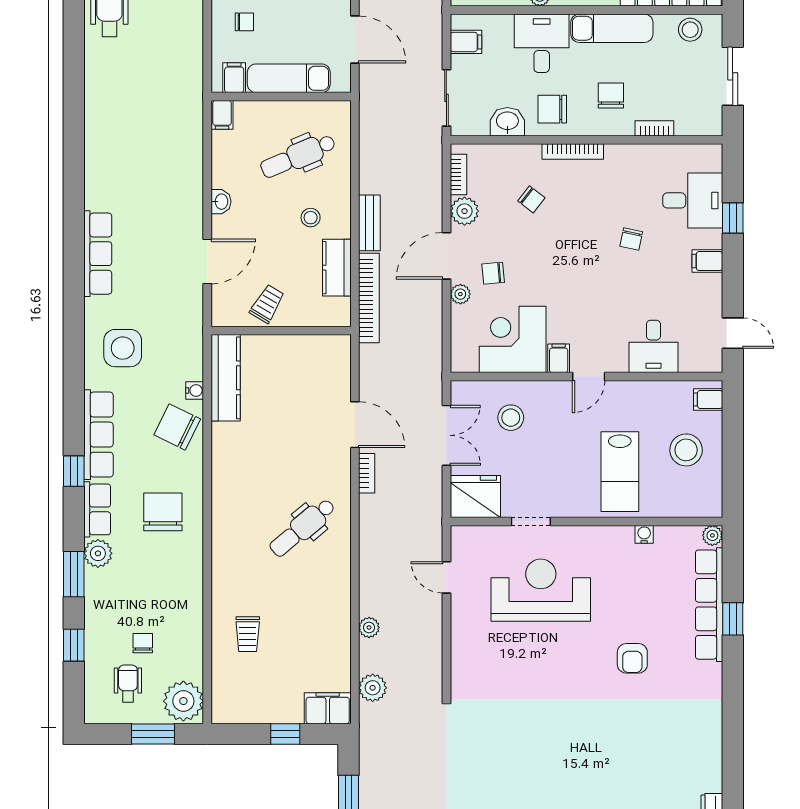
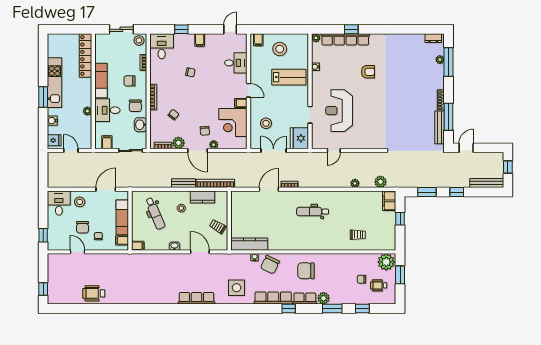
stool: (690, 30) -> (139, 40), moved
desk: (693, 200) -> (162, 46), moved
dental chair: (302, 528) -> (313, 212), turned 130

